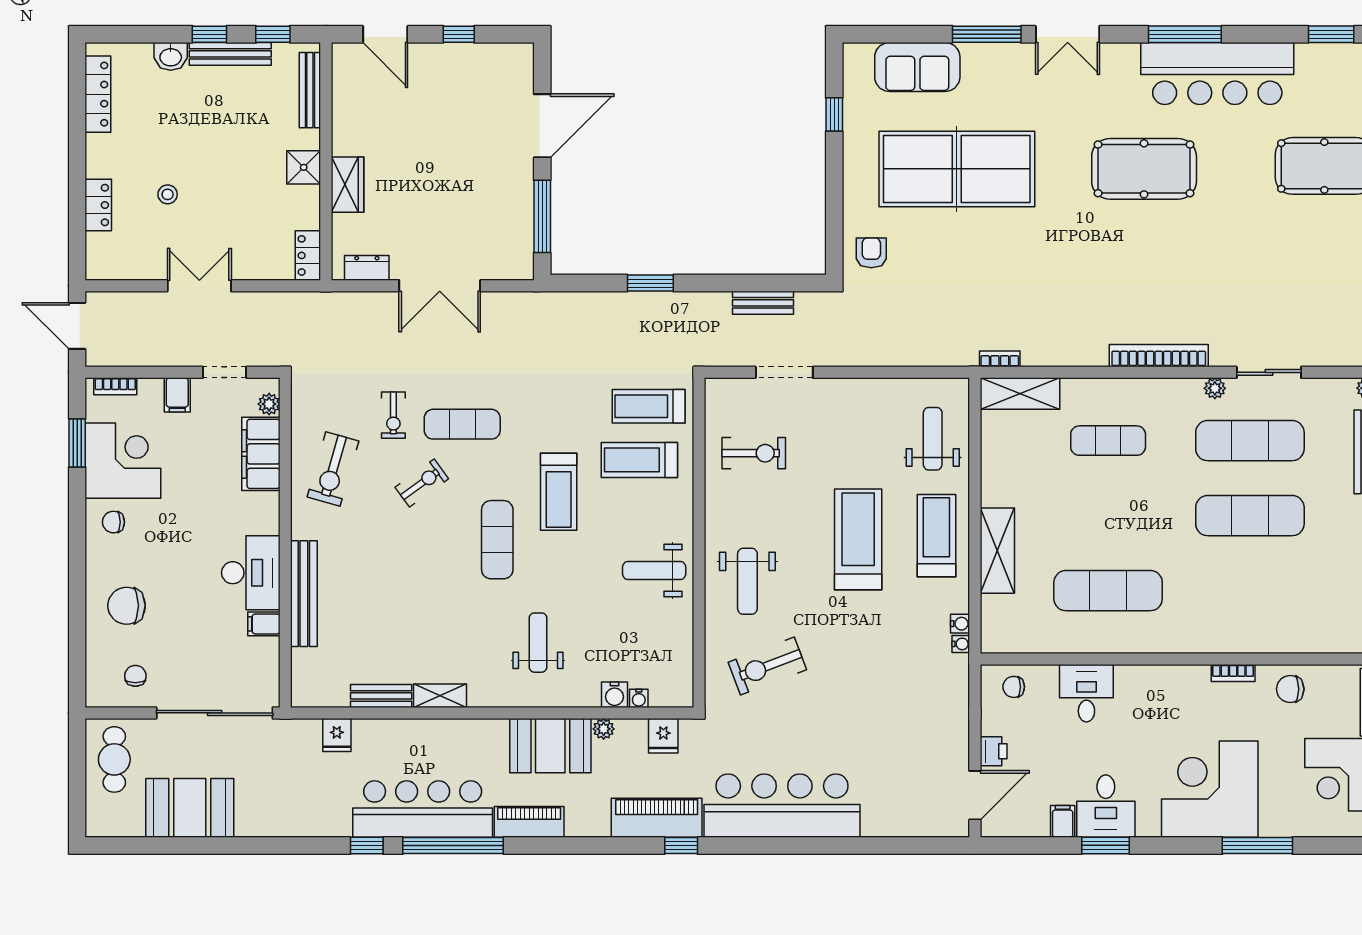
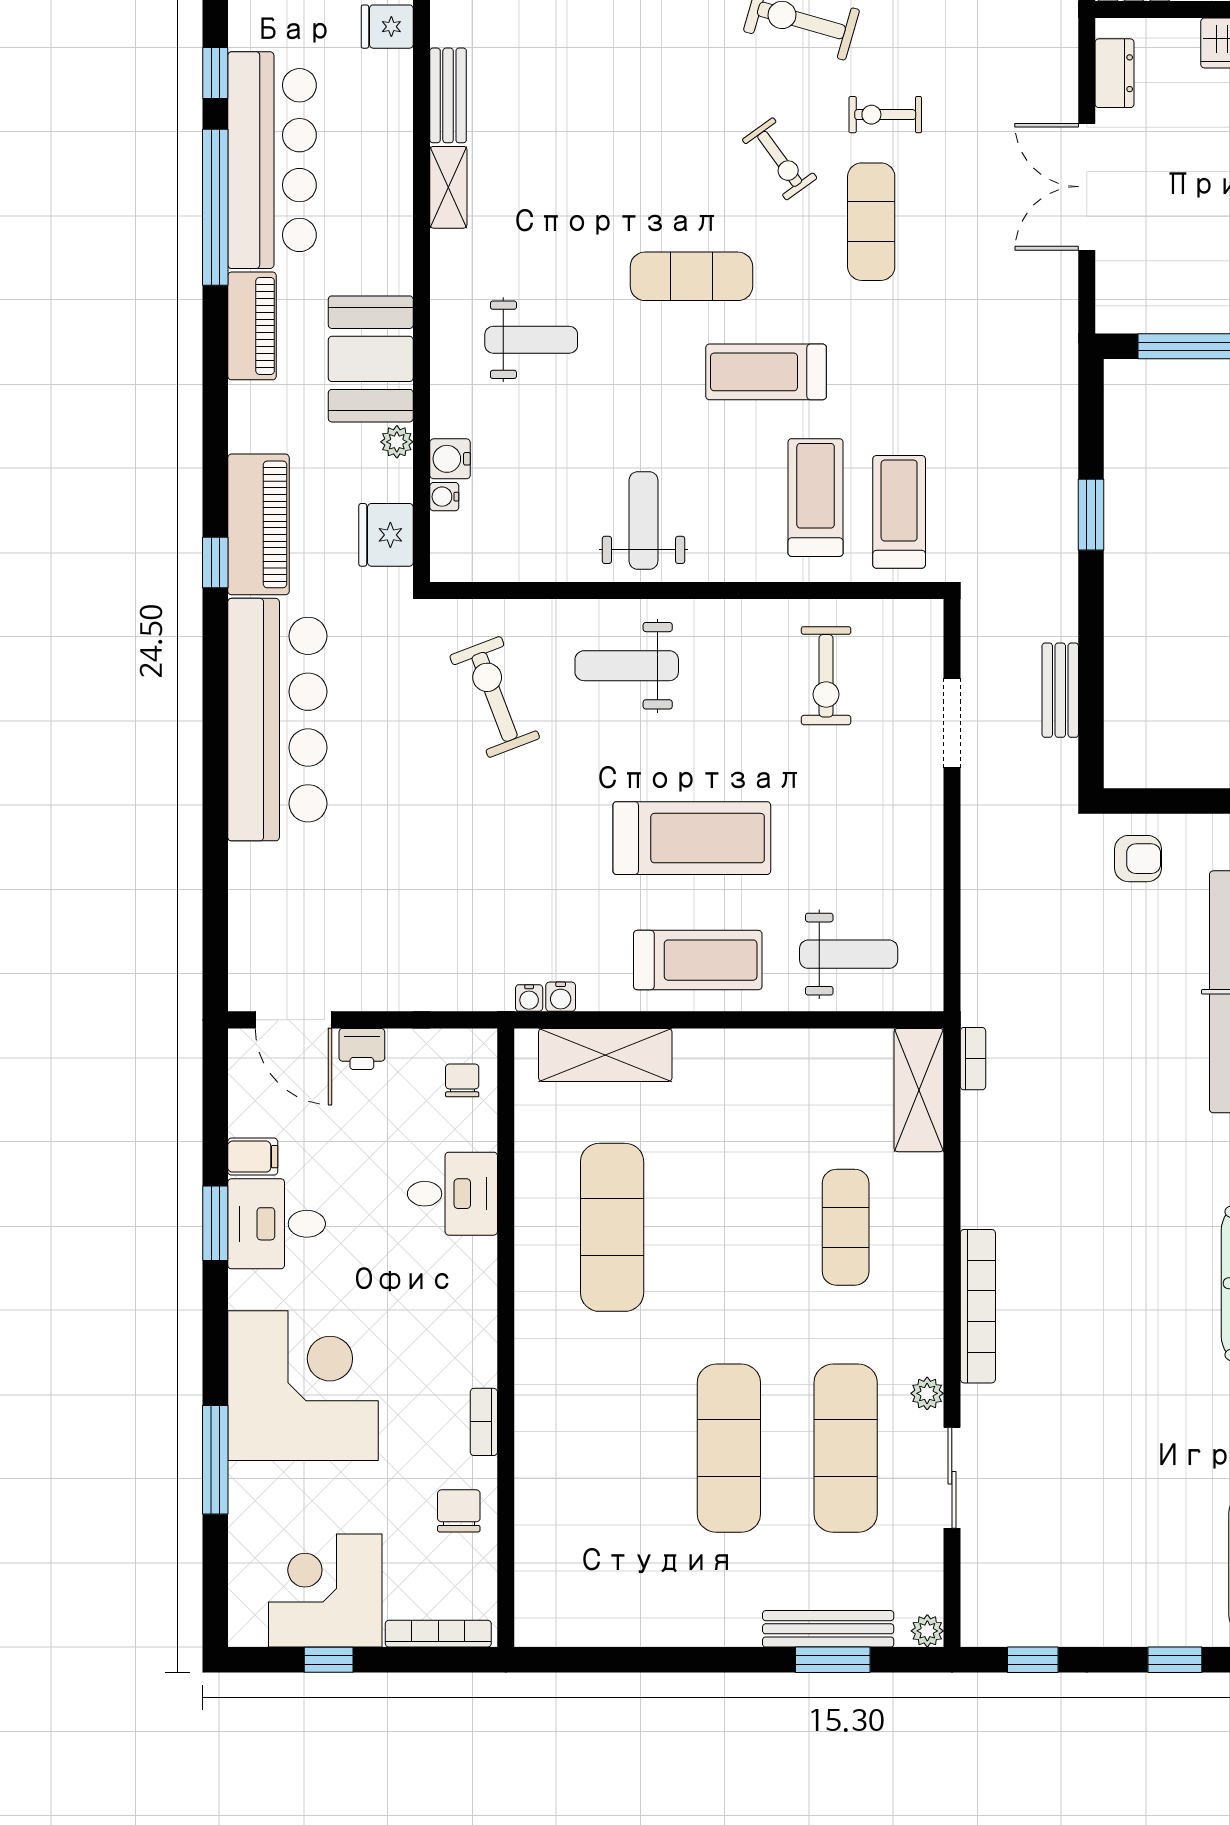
shelving: (997, 551) -> (605, 1055), moved
fridge: (663, 736) -> (386, 535), width x1.38

